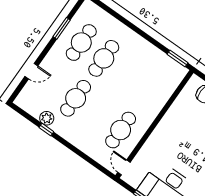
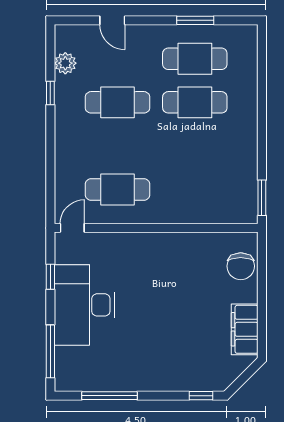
plant: (47, 118) -> (65, 63), moved

